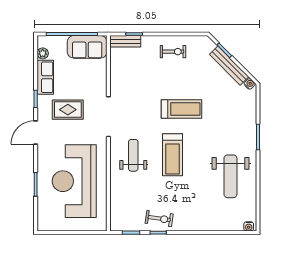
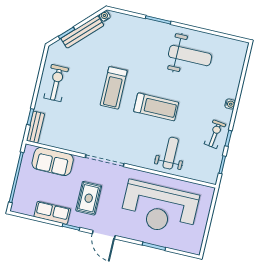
sofa: (87, 47) -> (53, 161), moved, turned 90
exercise bike: (173, 52) -> (56, 83), width x1.38, depth x1.39
plant: (43, 53) -> (29, 210), removed
treadmill: (181, 109) -> (114, 88), turned 180
weight bench: (133, 155) -> (171, 153), moved, turned 90
water cooler: (249, 226) -> (230, 104), moved

